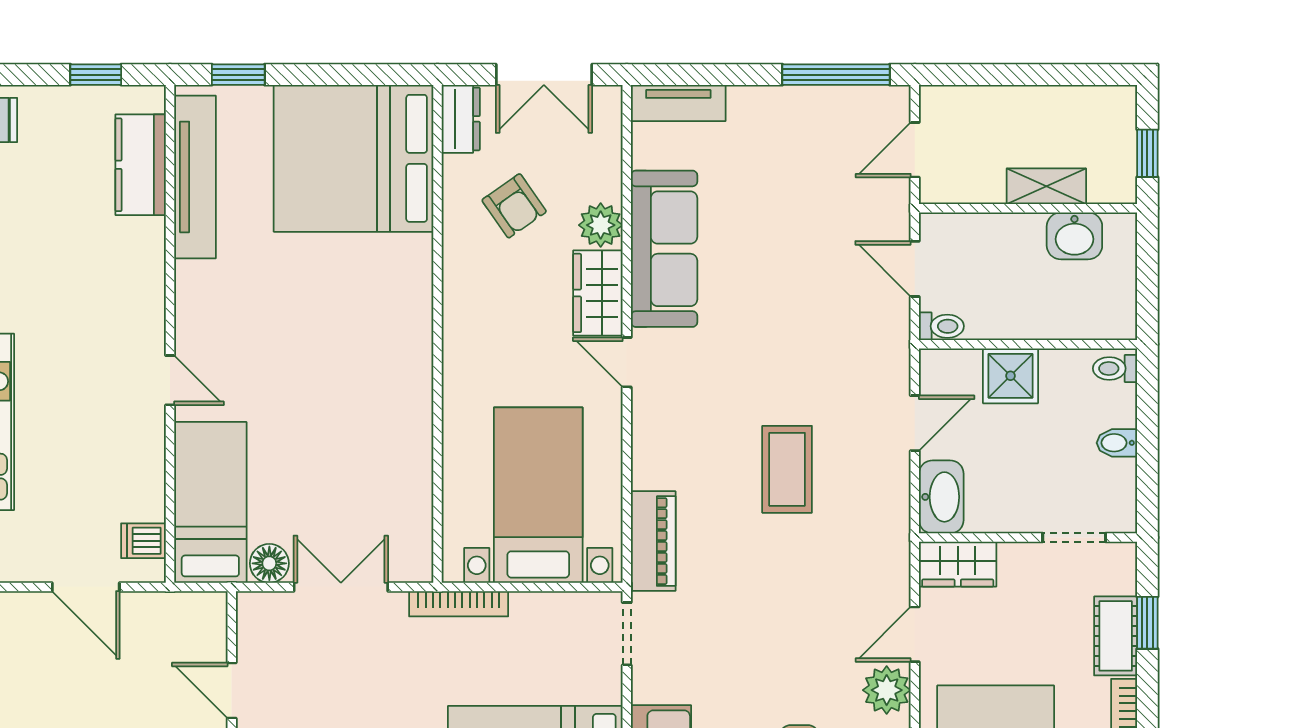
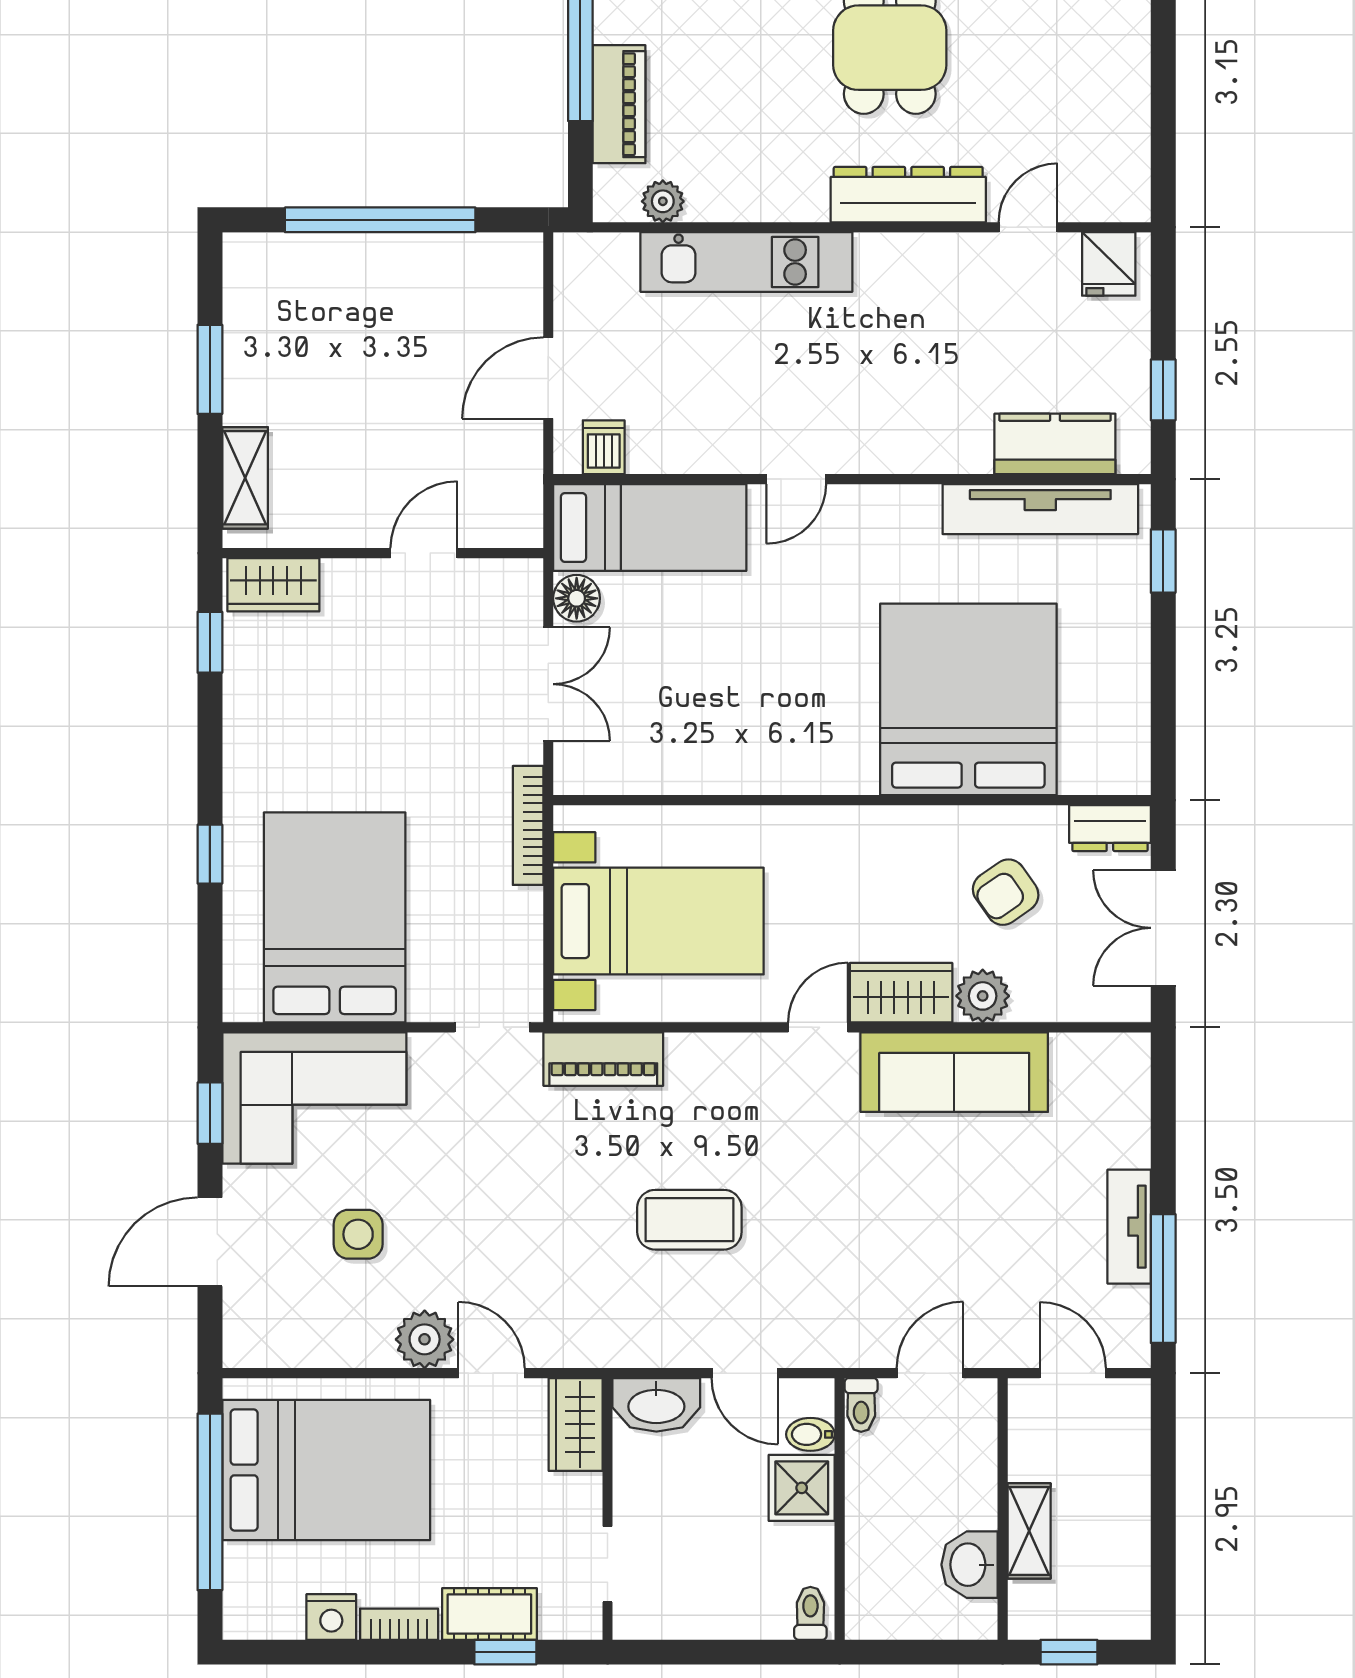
tv unit: (678, 103) -> (1129, 1227), moved
bed: (354, 158) -> (968, 699), moved
bidet: (1117, 443) -> (810, 1434), moved, turned -90

